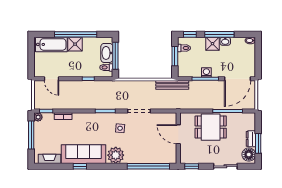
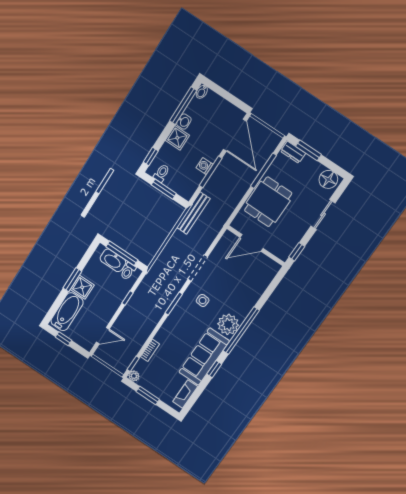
window: (76, 34) -> (72, 280), width x0.47
window: (219, 34) -> (183, 106), moved
window: (31, 54) -> (63, 339), added
window: (31, 135) -> (148, 395), width x0.69
dresser: (251, 139) -> (293, 152), moved
window: (258, 143) -> (308, 150), moved
window: (148, 166) -> (241, 331), moved

